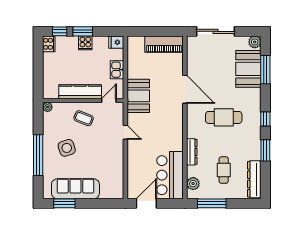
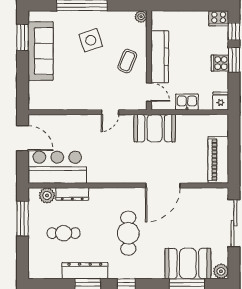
dresser: (192, 152) -> (72, 194), moved
dresser: (254, 179) -> (85, 271), moved

